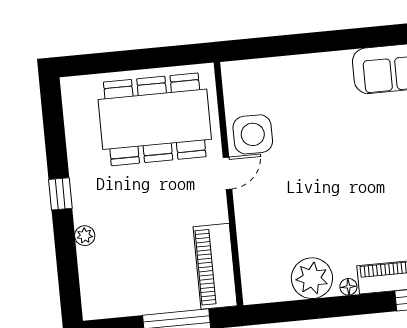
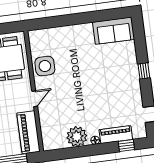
door: (227, 173) -> (35, 99), moved

